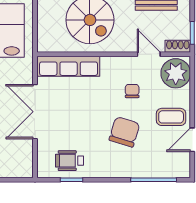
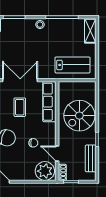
door: (149, 54) -> (57, 154), swing flipped
coffee table: (171, 117) -> (20, 107), moved

